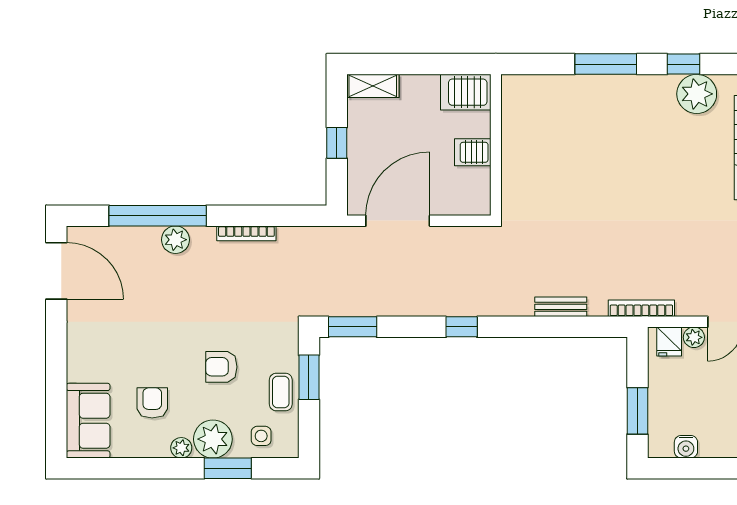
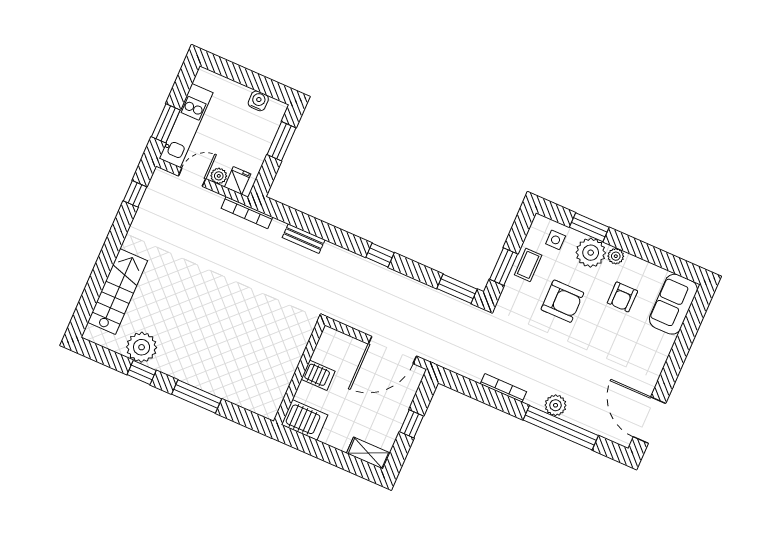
armchair: (221, 367) -> (562, 301), width x1.38, depth x1.38

